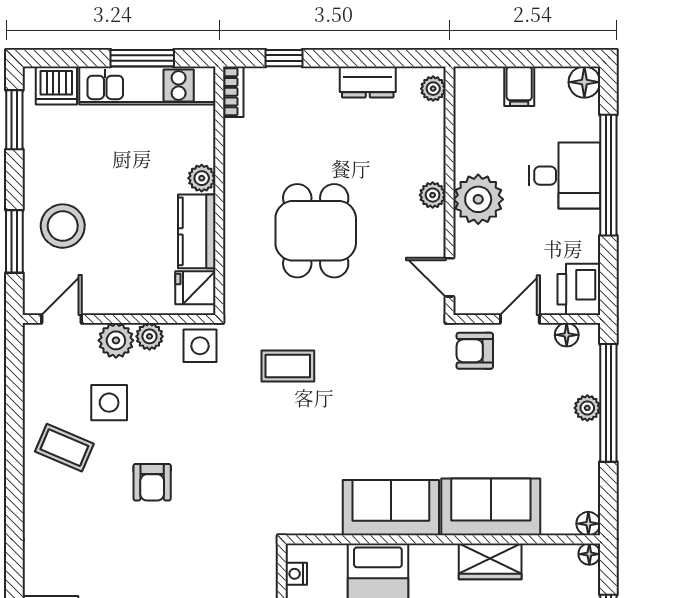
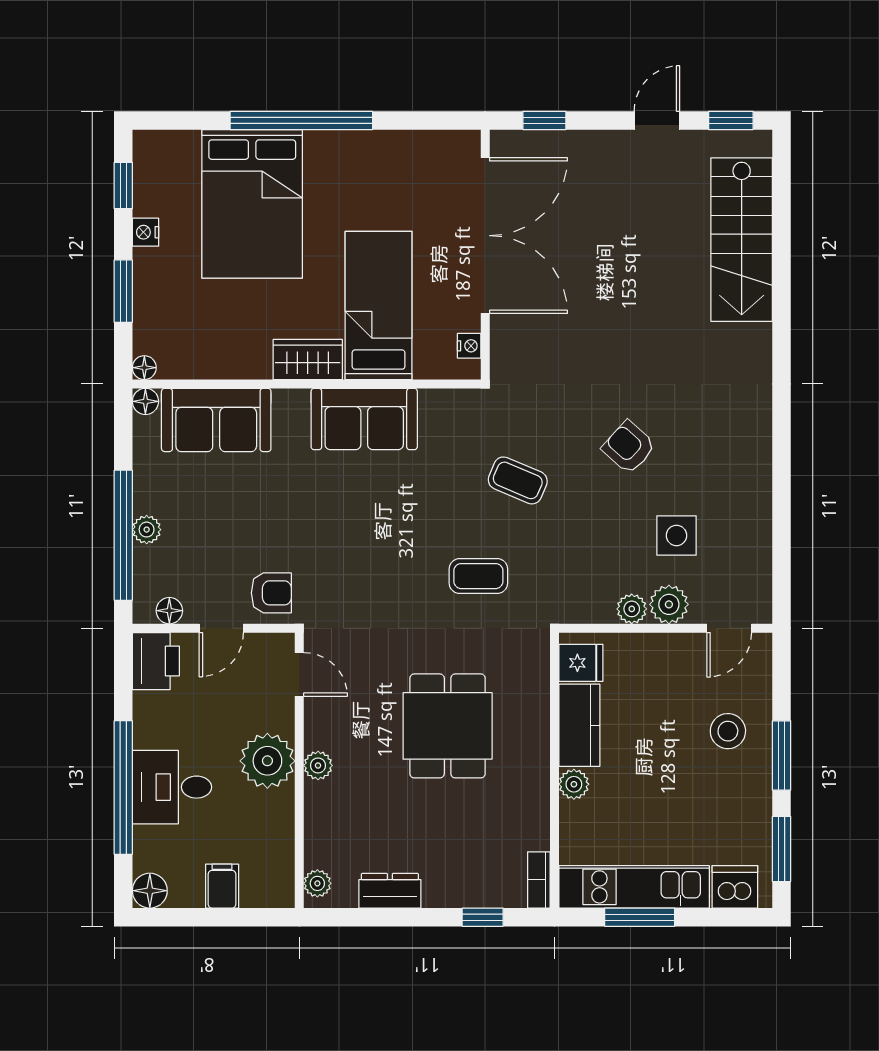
stool: (63, 226) -> (728, 731), width x0.73, depth x0.73
window: (14, 241) -> (782, 755), moved
side table: (200, 346) -> (576, 598), removed
coffee table: (64, 448) -> (518, 480), moved
armchair: (152, 482) -> (629, 447), turned -48
sofa: (491, 507) -> (216, 420), moved
wardrobe: (490, 561) -> (308, 360), moved

